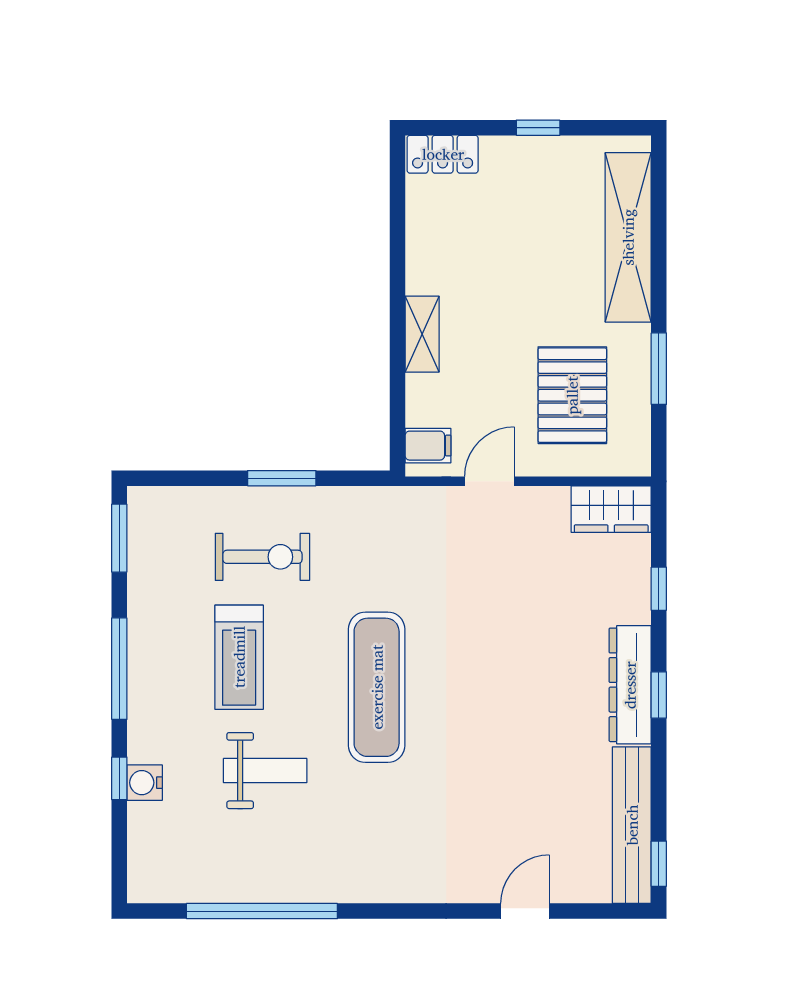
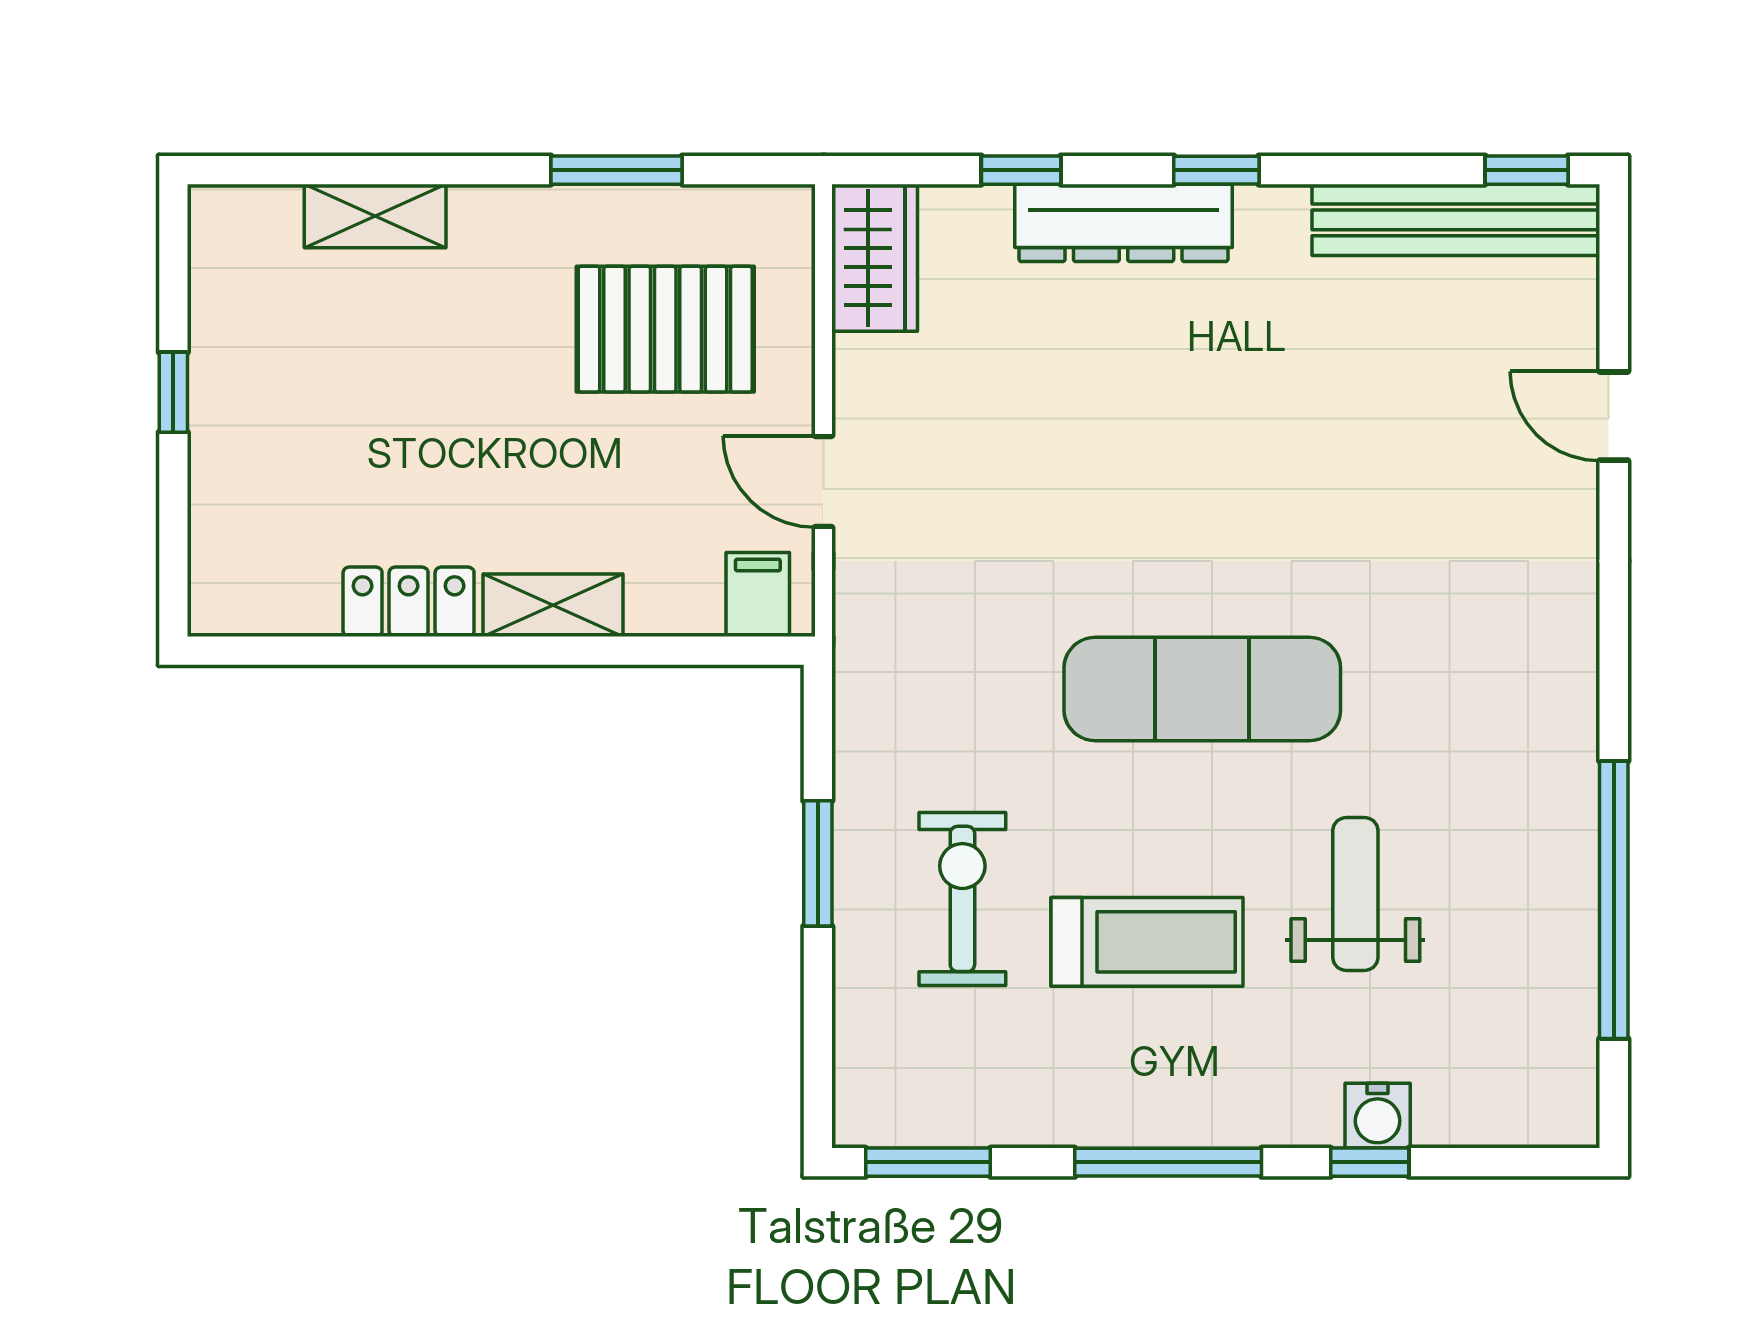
locker: (443, 154) -> (409, 602), moved, turned -90
shelving: (628, 237) -> (375, 216), width x0.45, depth x0.75
dresser: (630, 685) -> (1124, 223), moved

